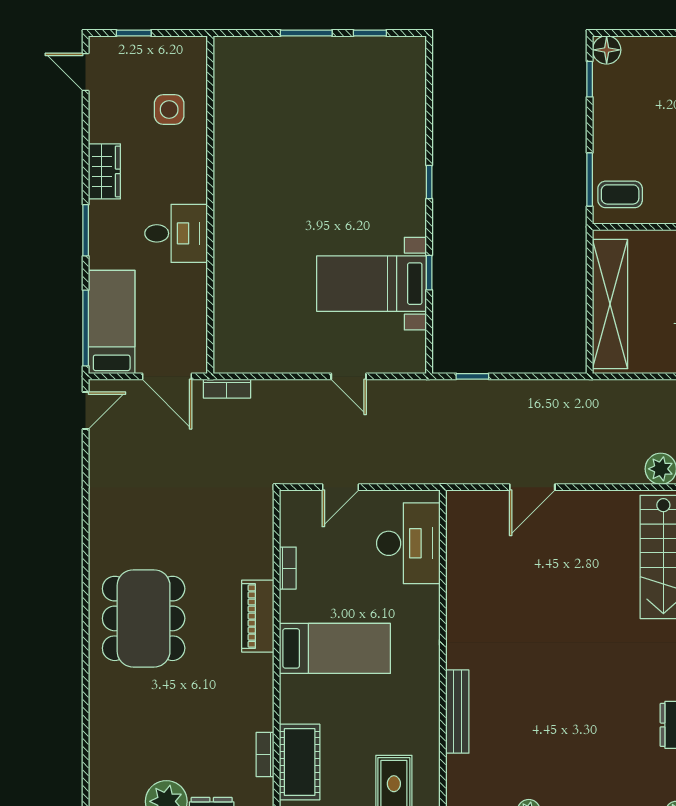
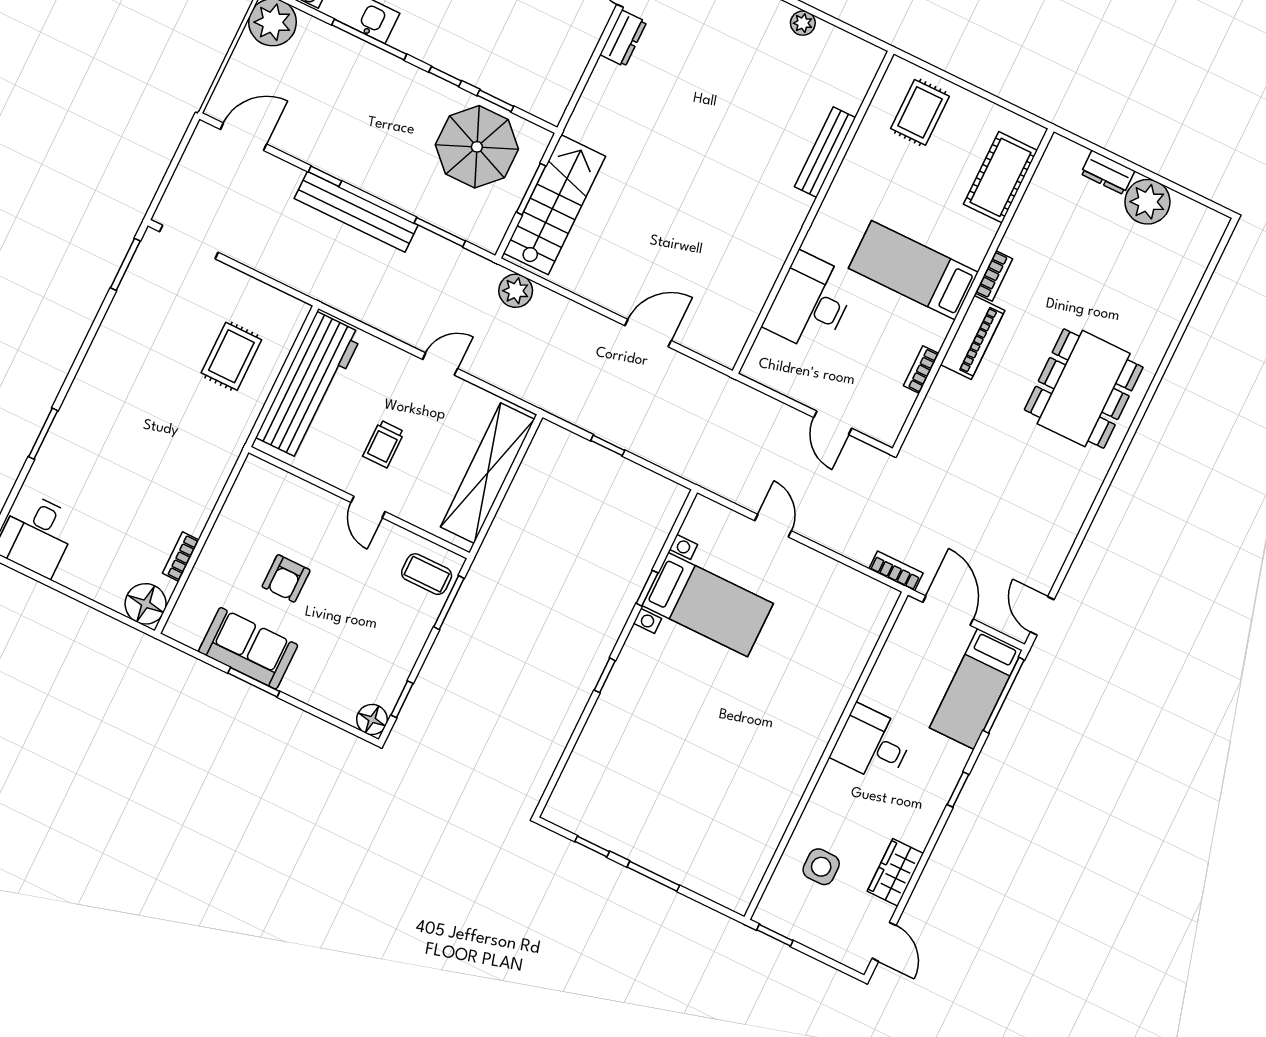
window: (134, 33) -> (775, 935), moved
wardrobe: (104, 171) -> (895, 872), moved
window: (86, 230) -> (958, 790), width x0.67
window: (472, 376) -> (608, 445), moved
door: (86, 411) -> (1042, 616), hinge flipped
door: (341, 487) -> (833, 423), swing flipped
desk: (408, 543) -> (810, 303), moved
bookcase: (265, 755) -> (994, 276), moved

